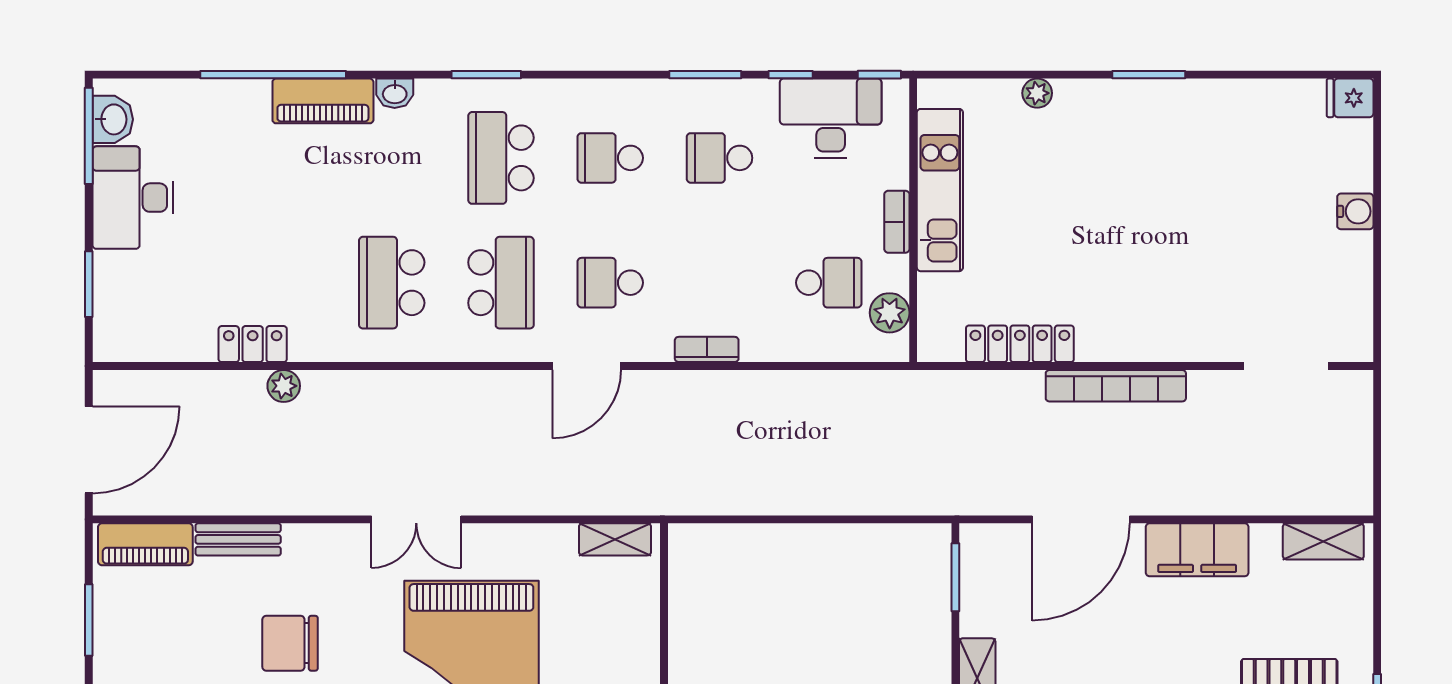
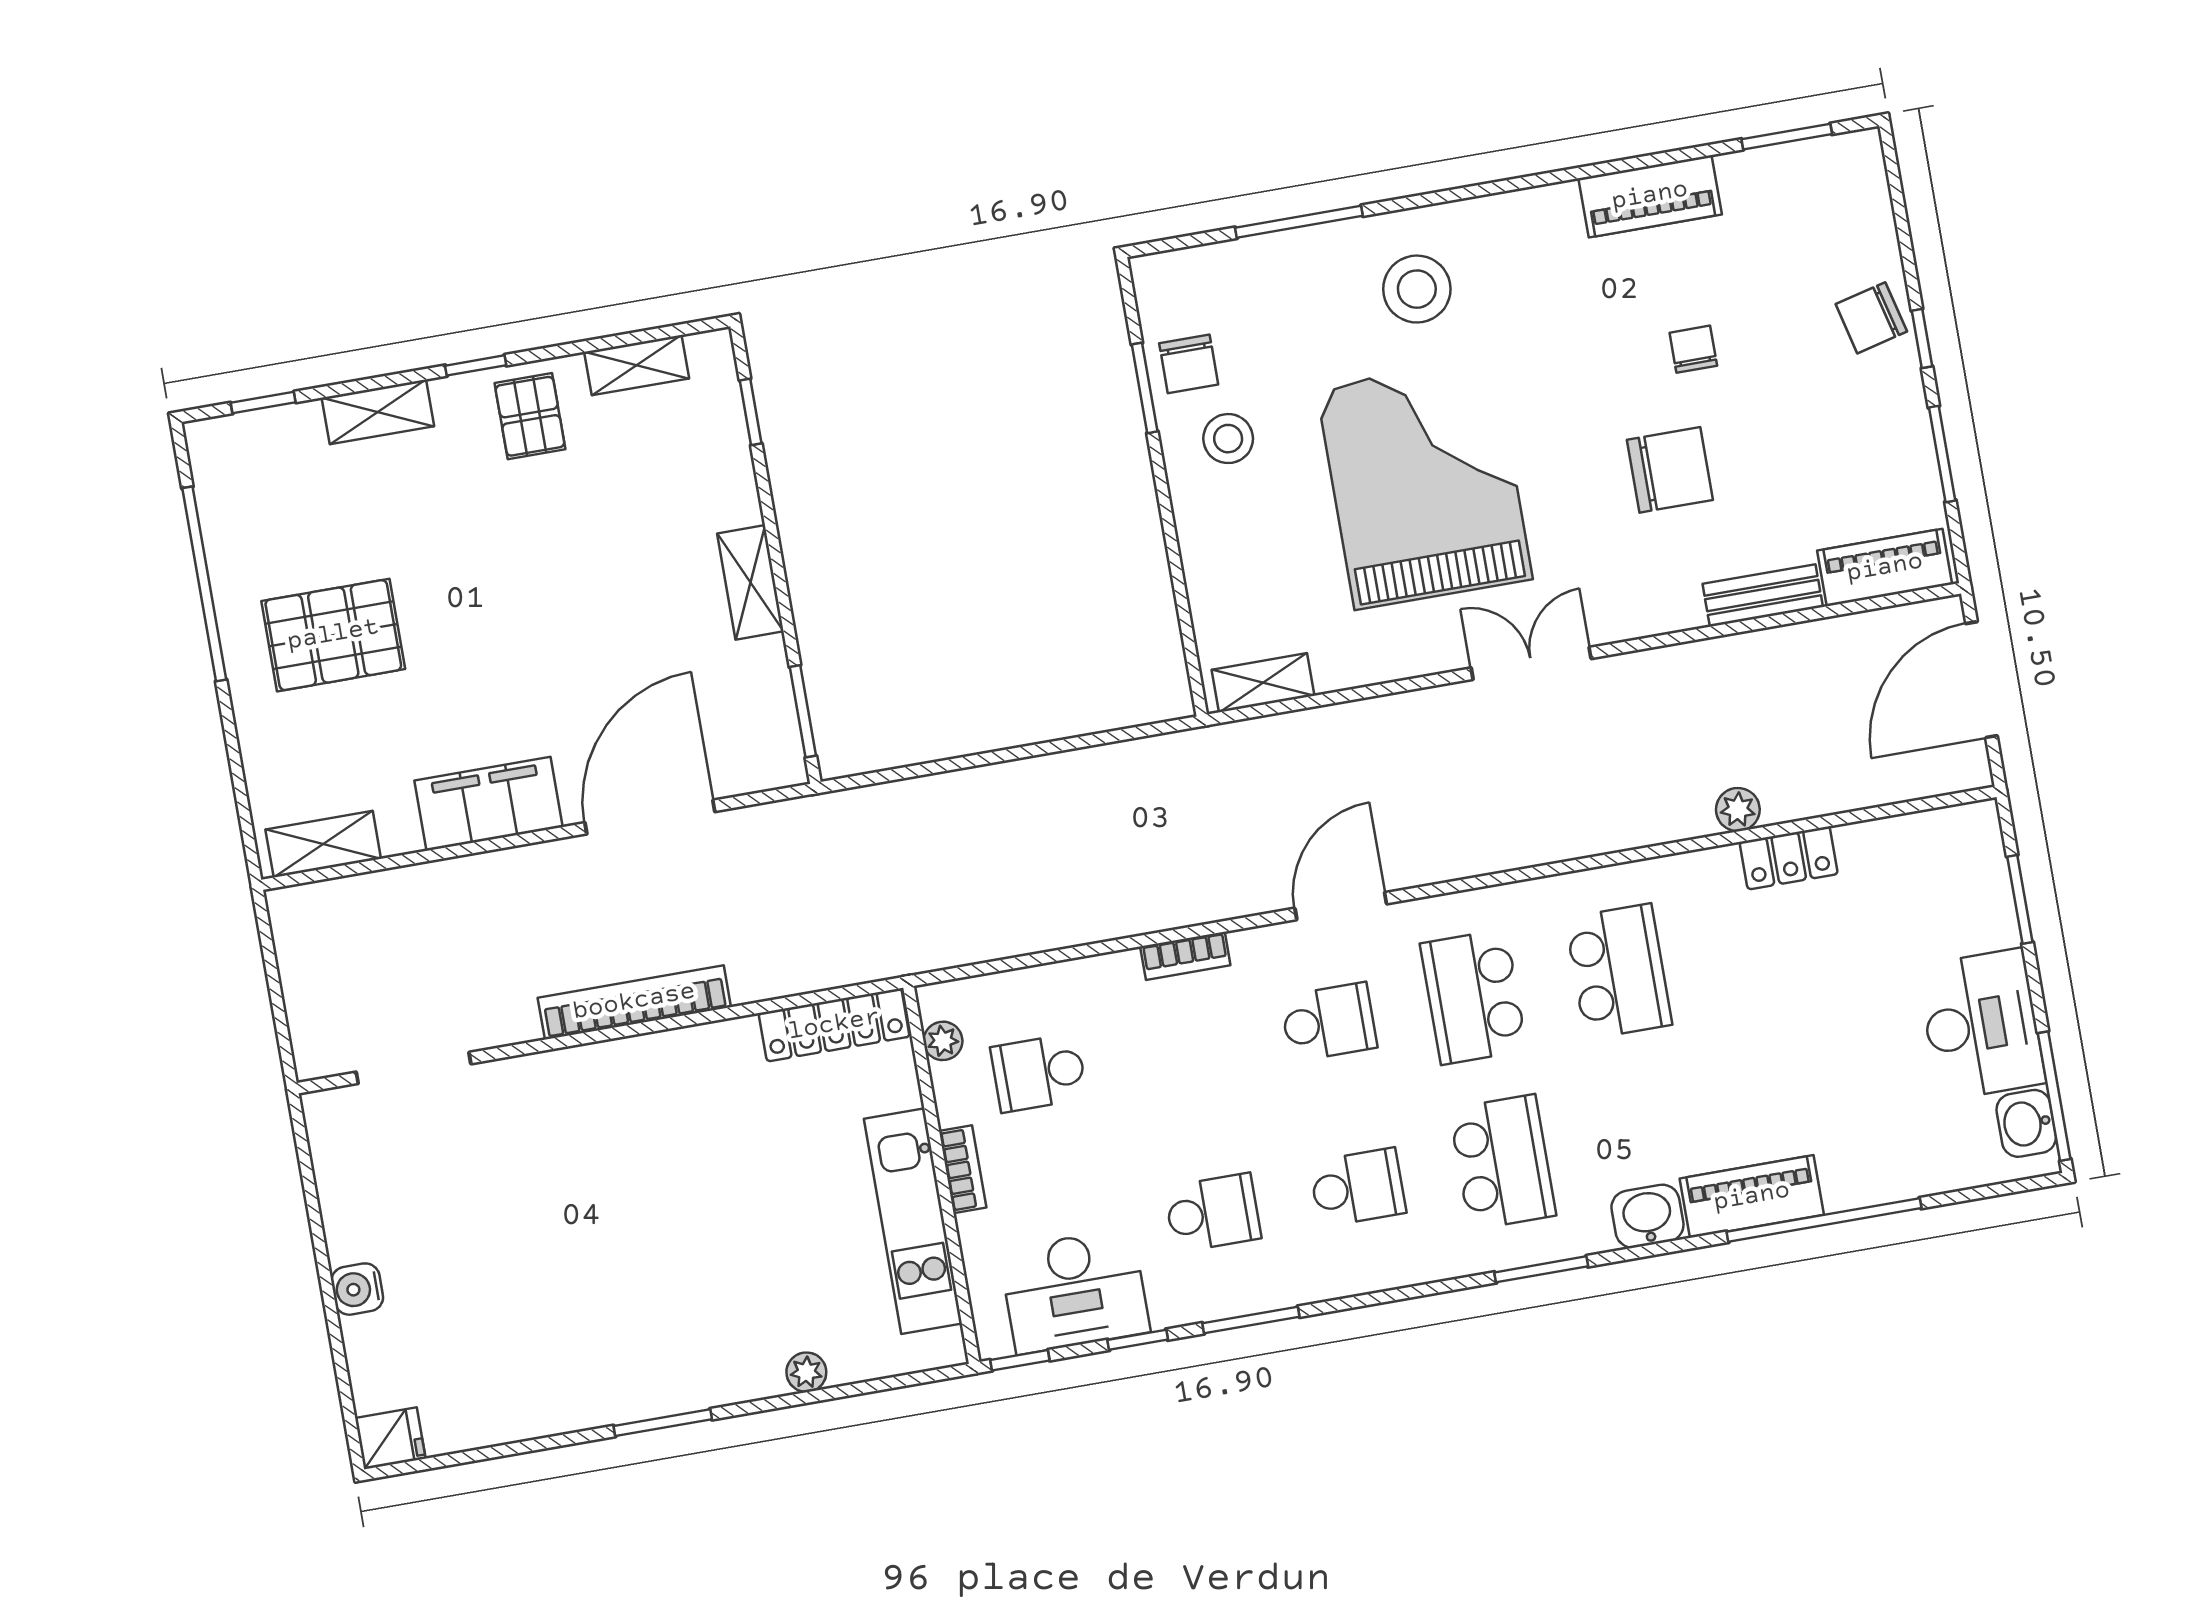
washbasin: (395, 93) -> (1647, 1216), width x1.38, depth x1.45
plant: (890, 313) -> (943, 1041), width x0.73, depth x0.73
locker: (1020, 344) -> (834, 1025), moved

